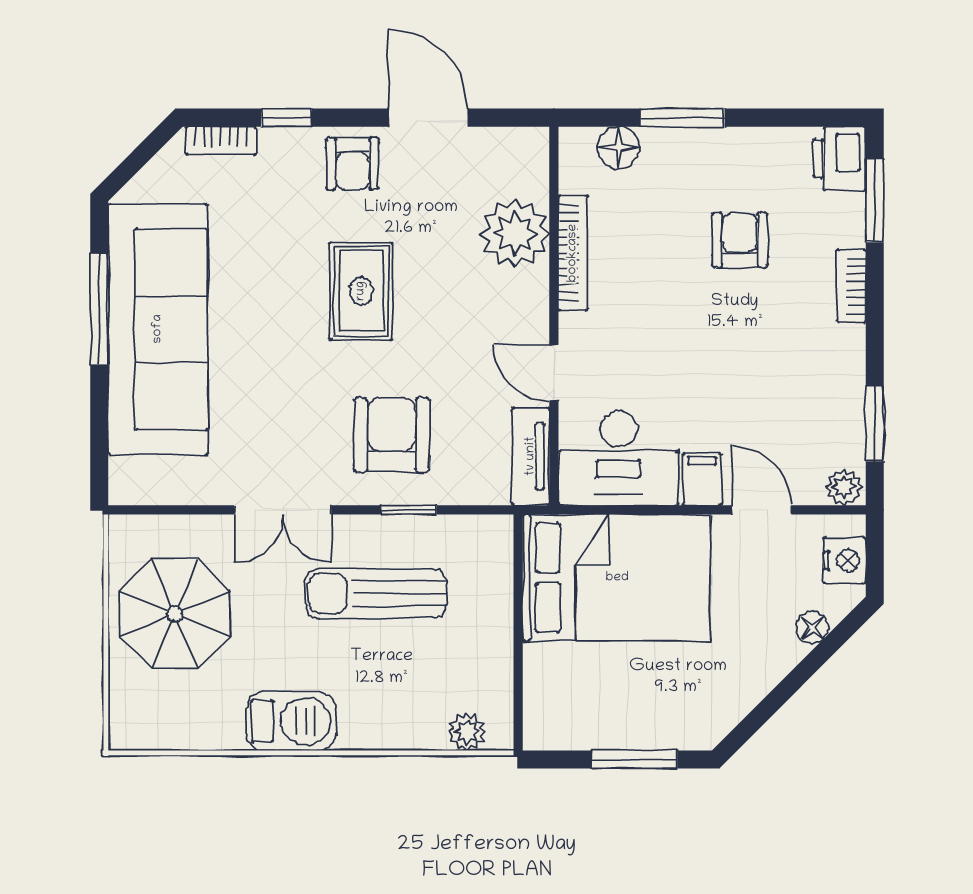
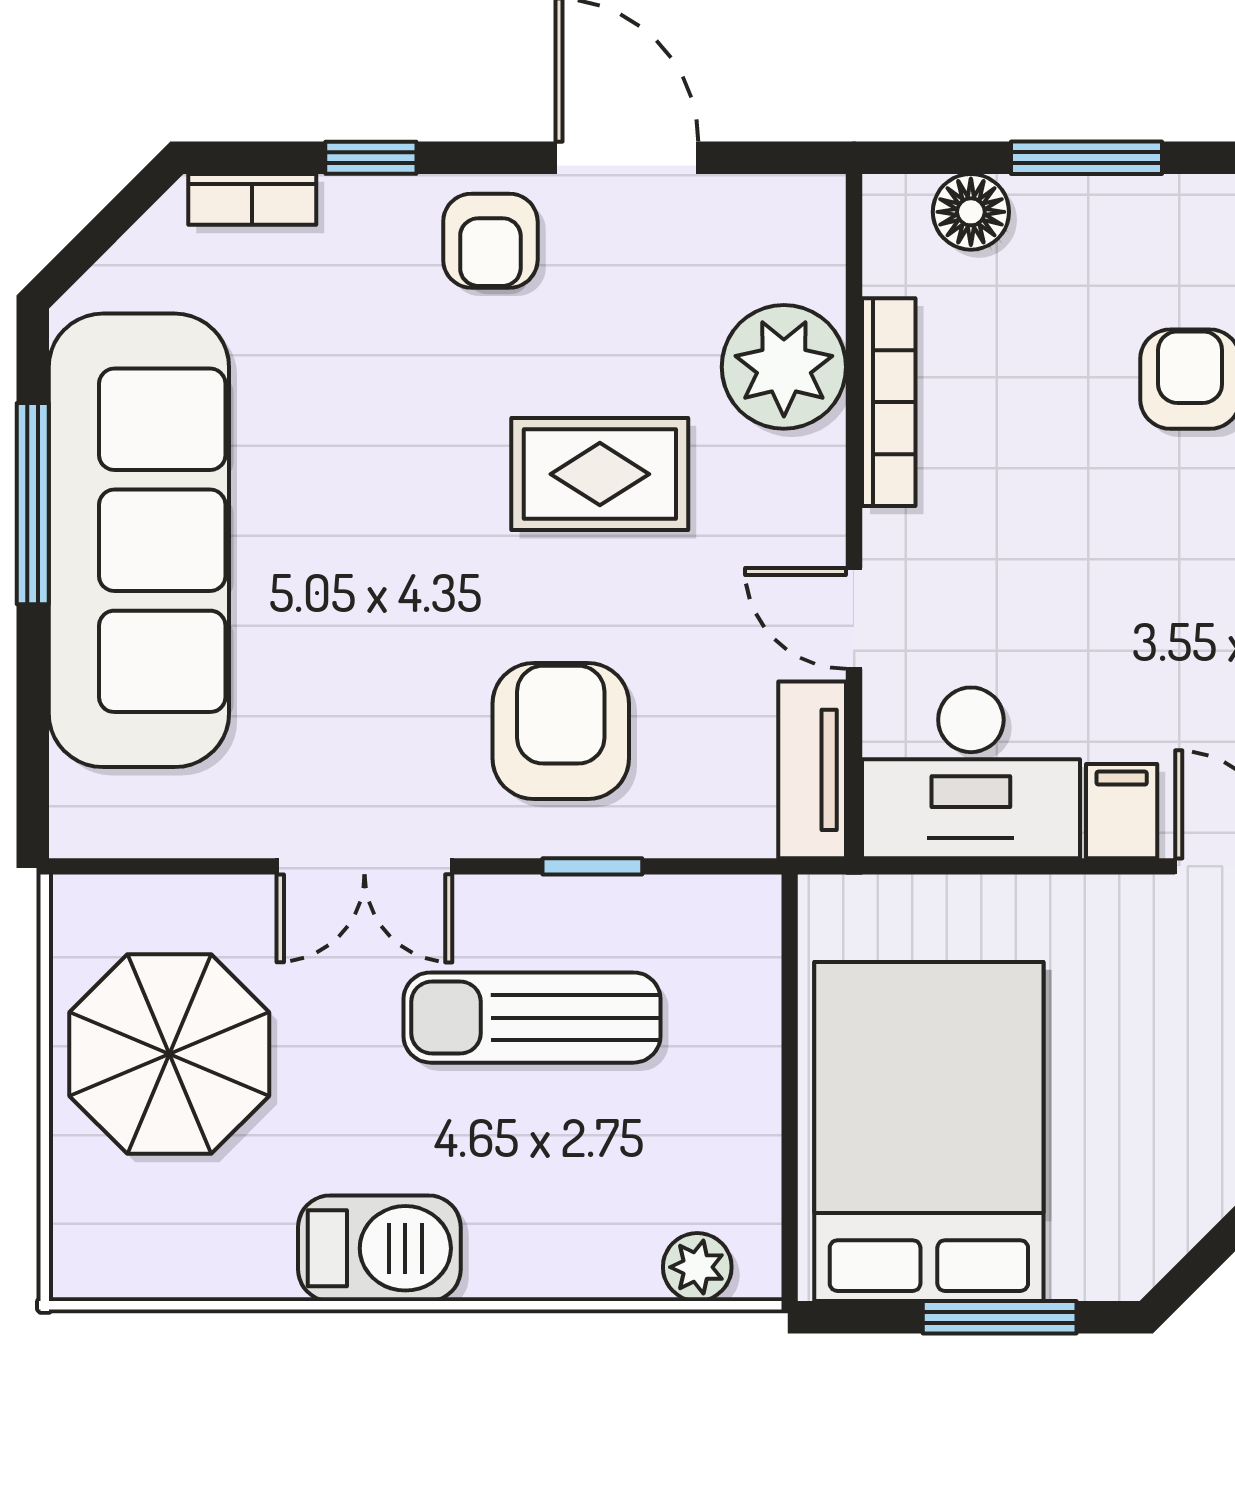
rug: (361, 291) -> (600, 474), moved, turned 90
bed: (617, 578) -> (929, 1132), moved, turned -90

